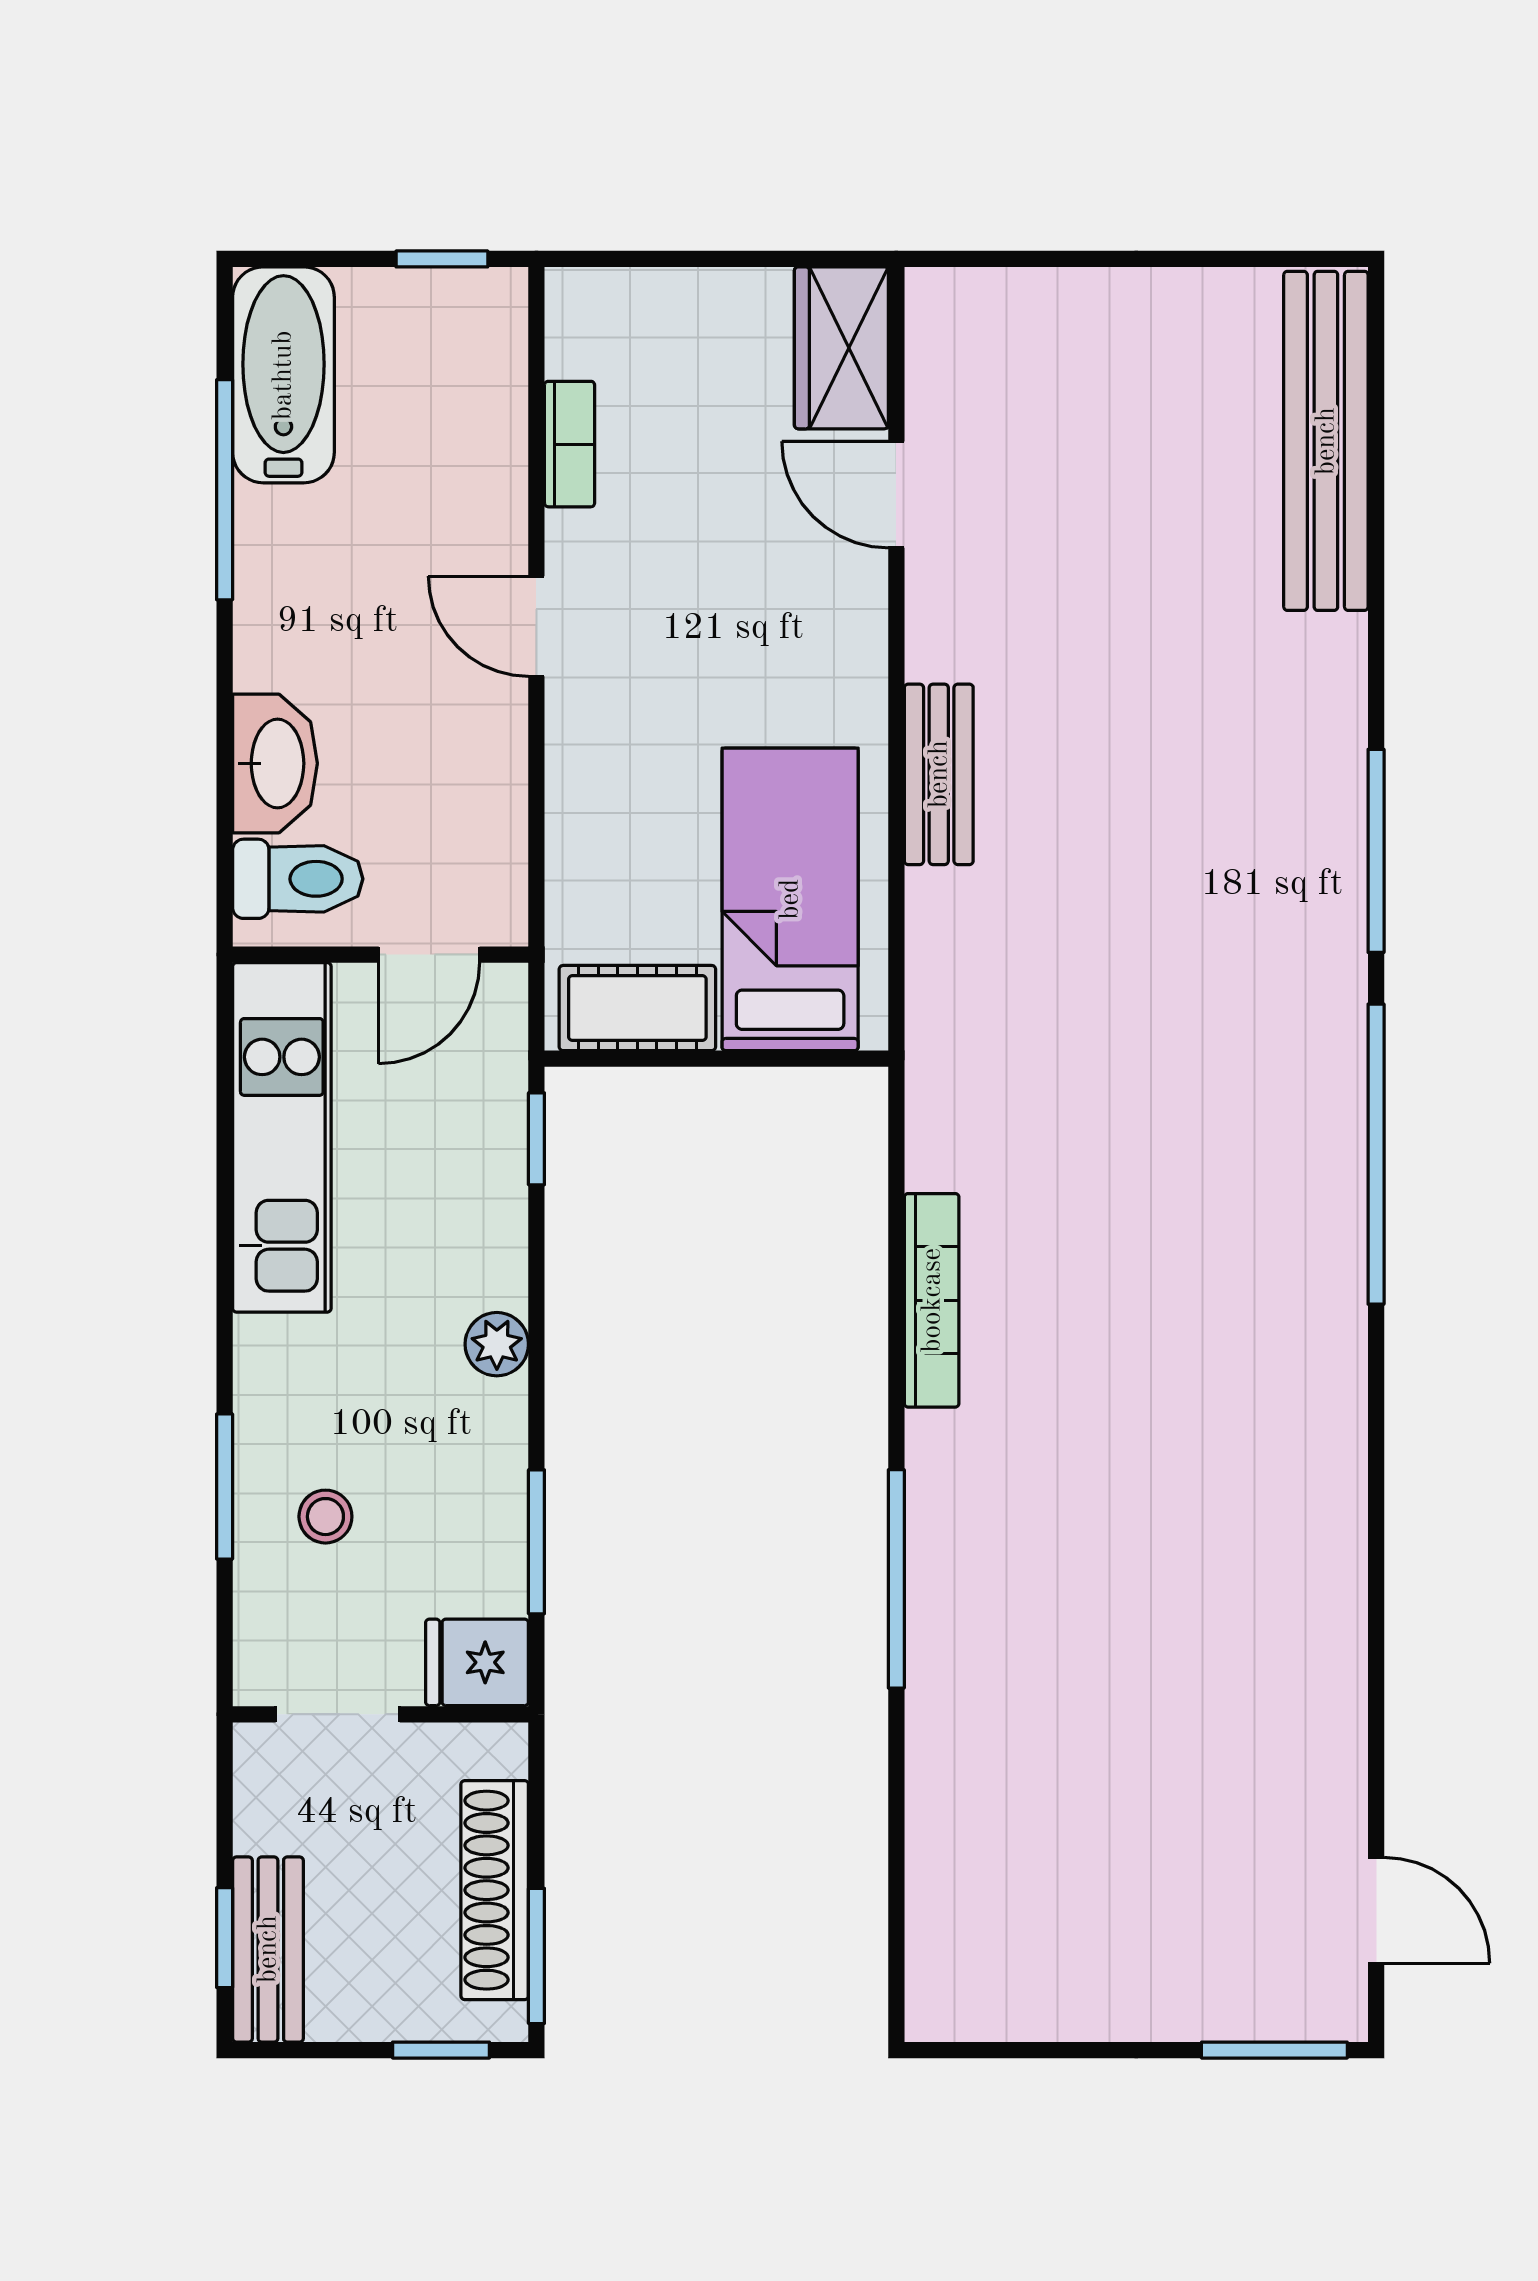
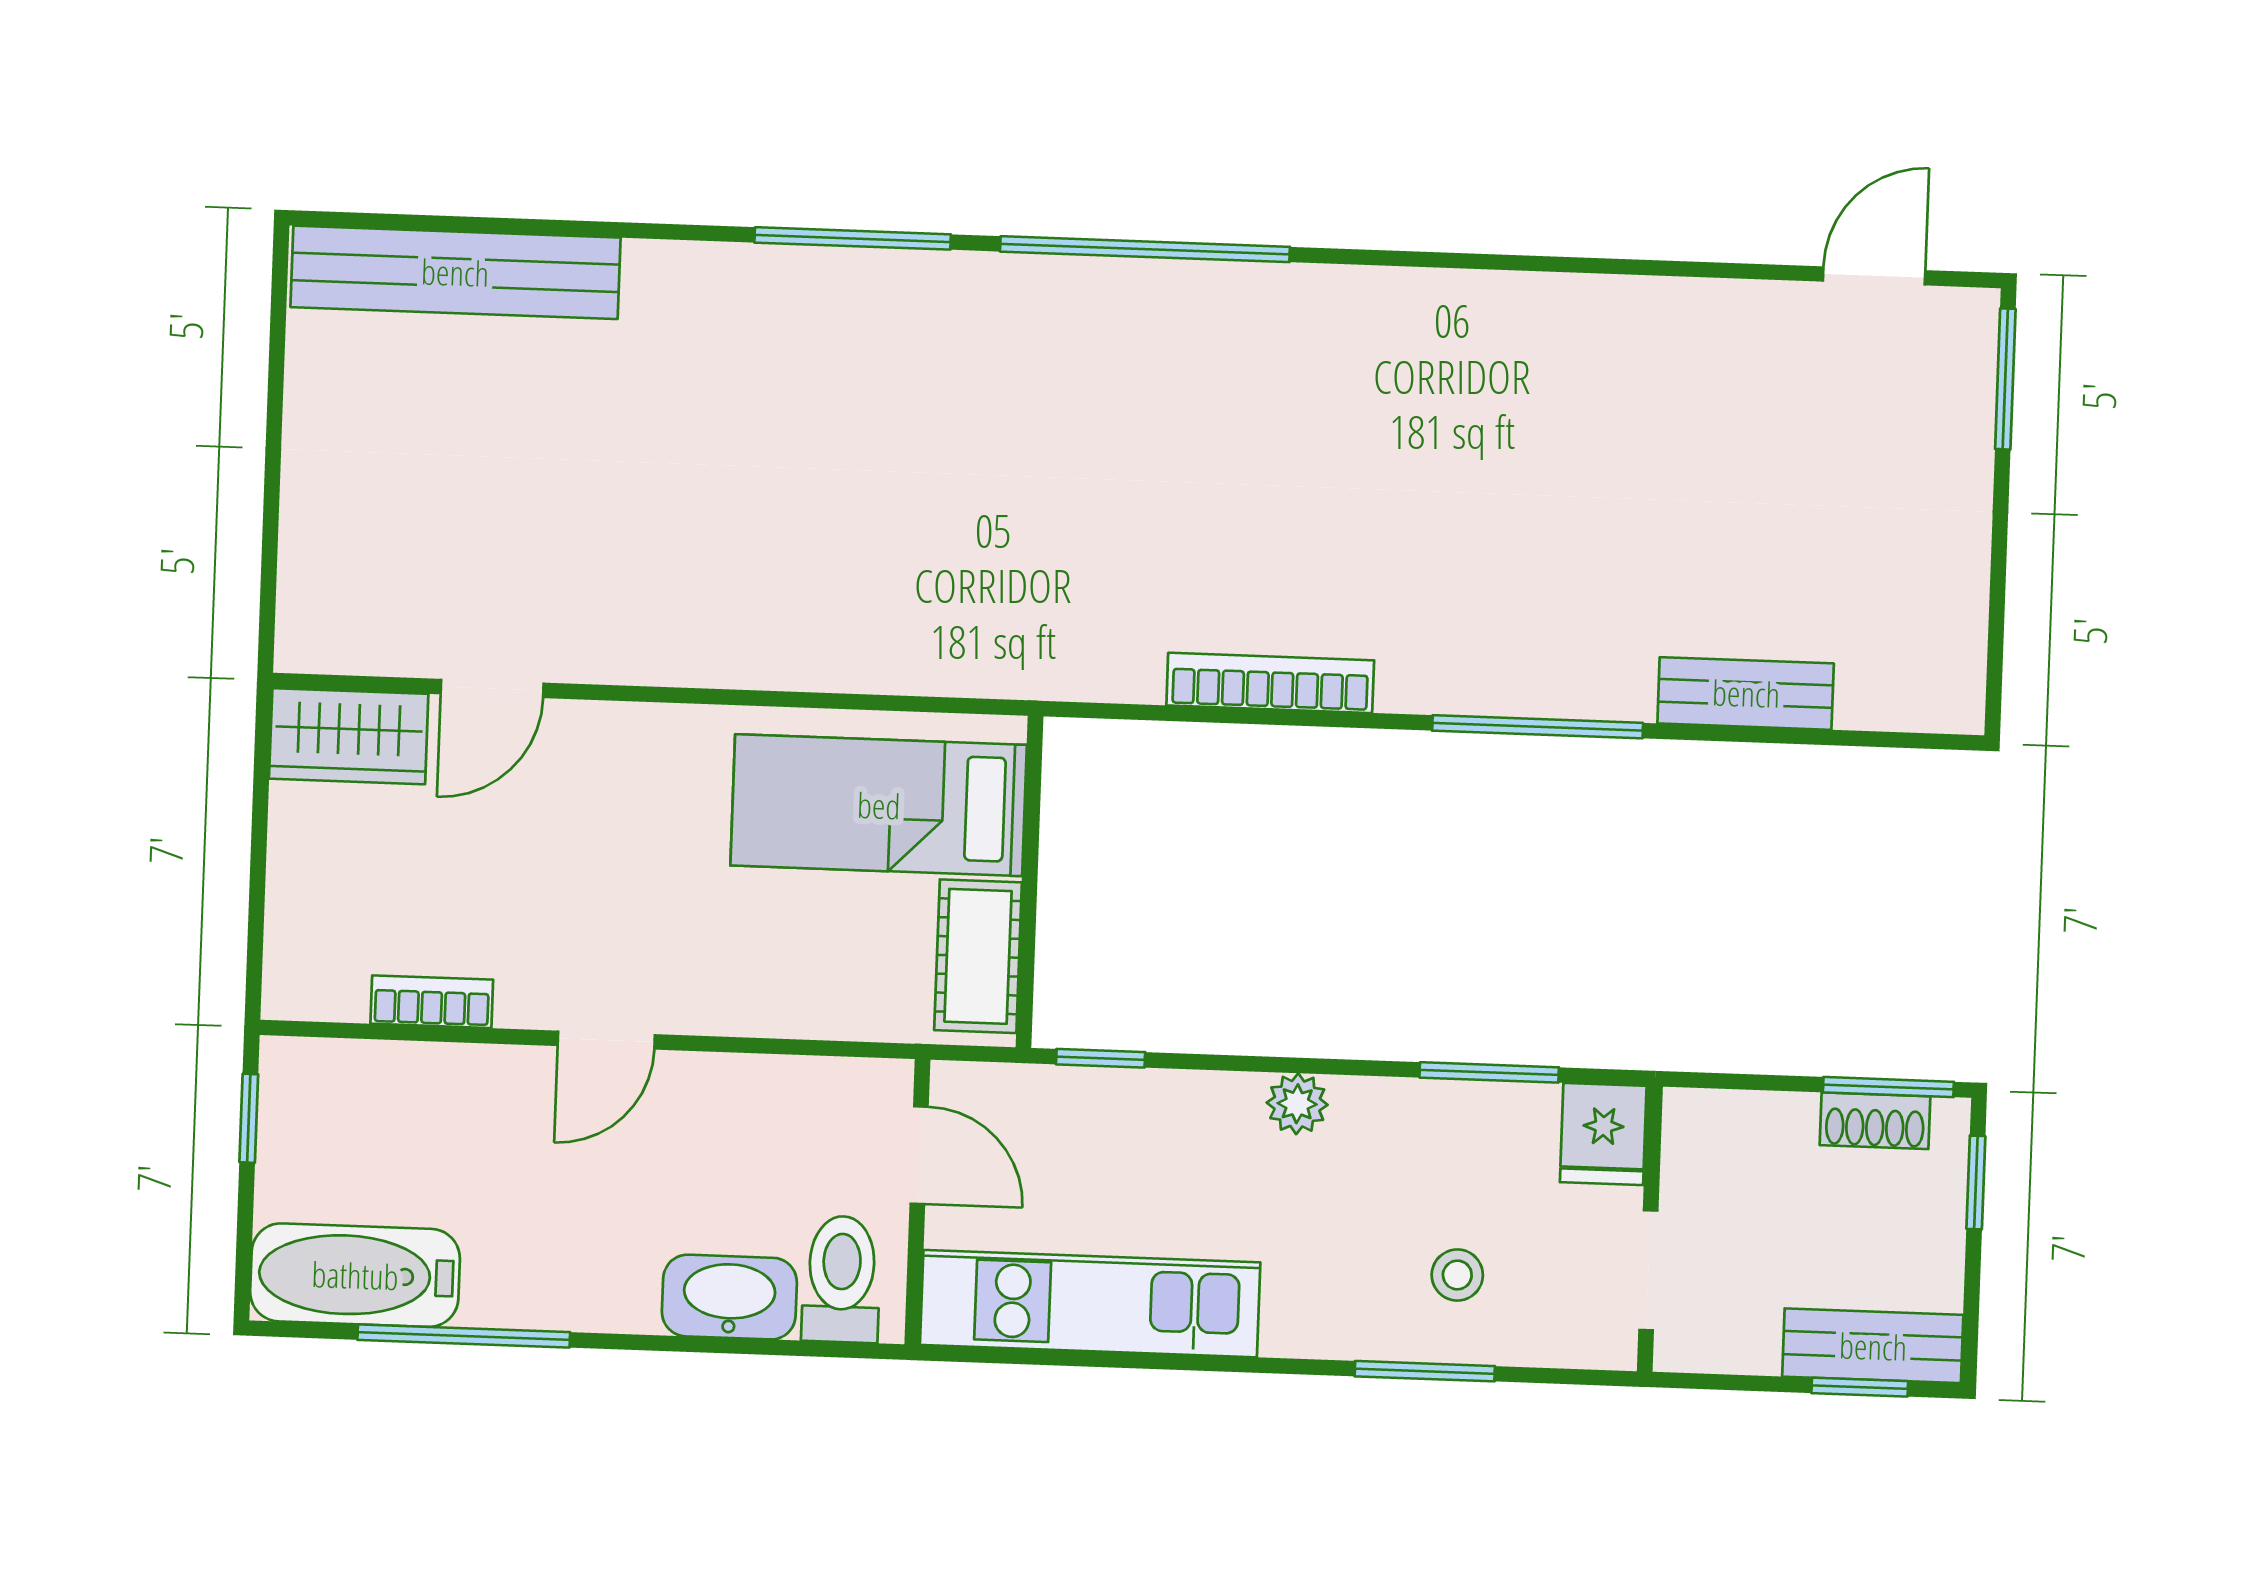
bench: (939, 774) -> (1746, 693), moved
shoe rack: (495, 1890) -> (1875, 1121), width x0.51, depth x0.81

